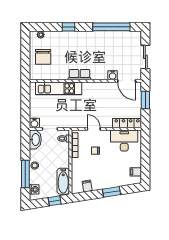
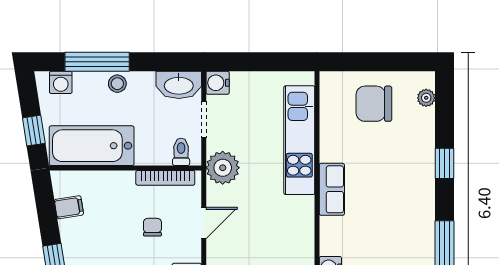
plant: (70, 121) -> (223, 168), added
bathtub: (63, 181) -> (92, 146), width x1.36, depth x1.36

